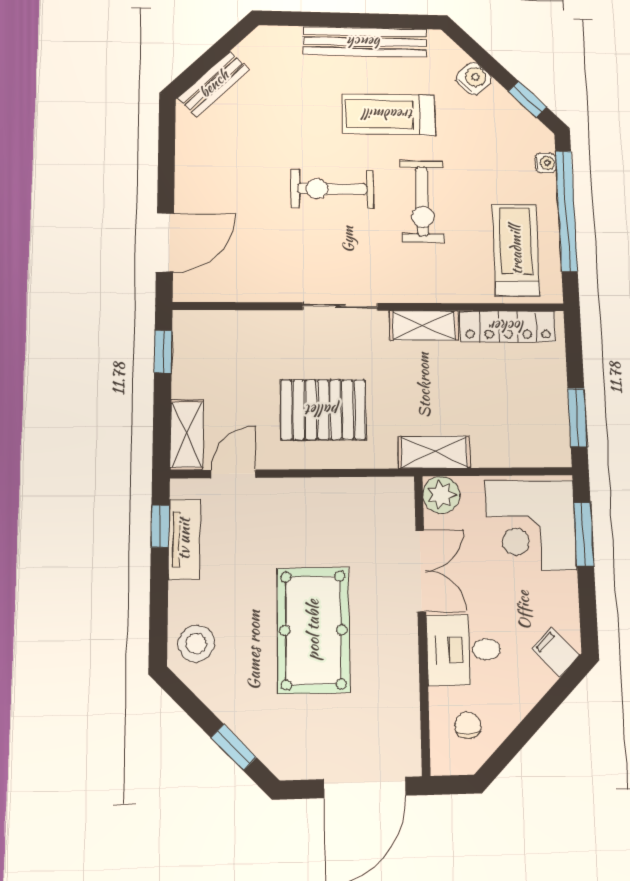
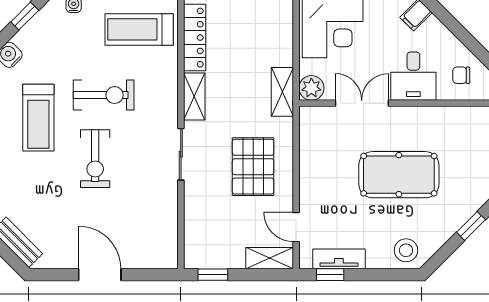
door: (165, 242) -> (100, 275), moved

